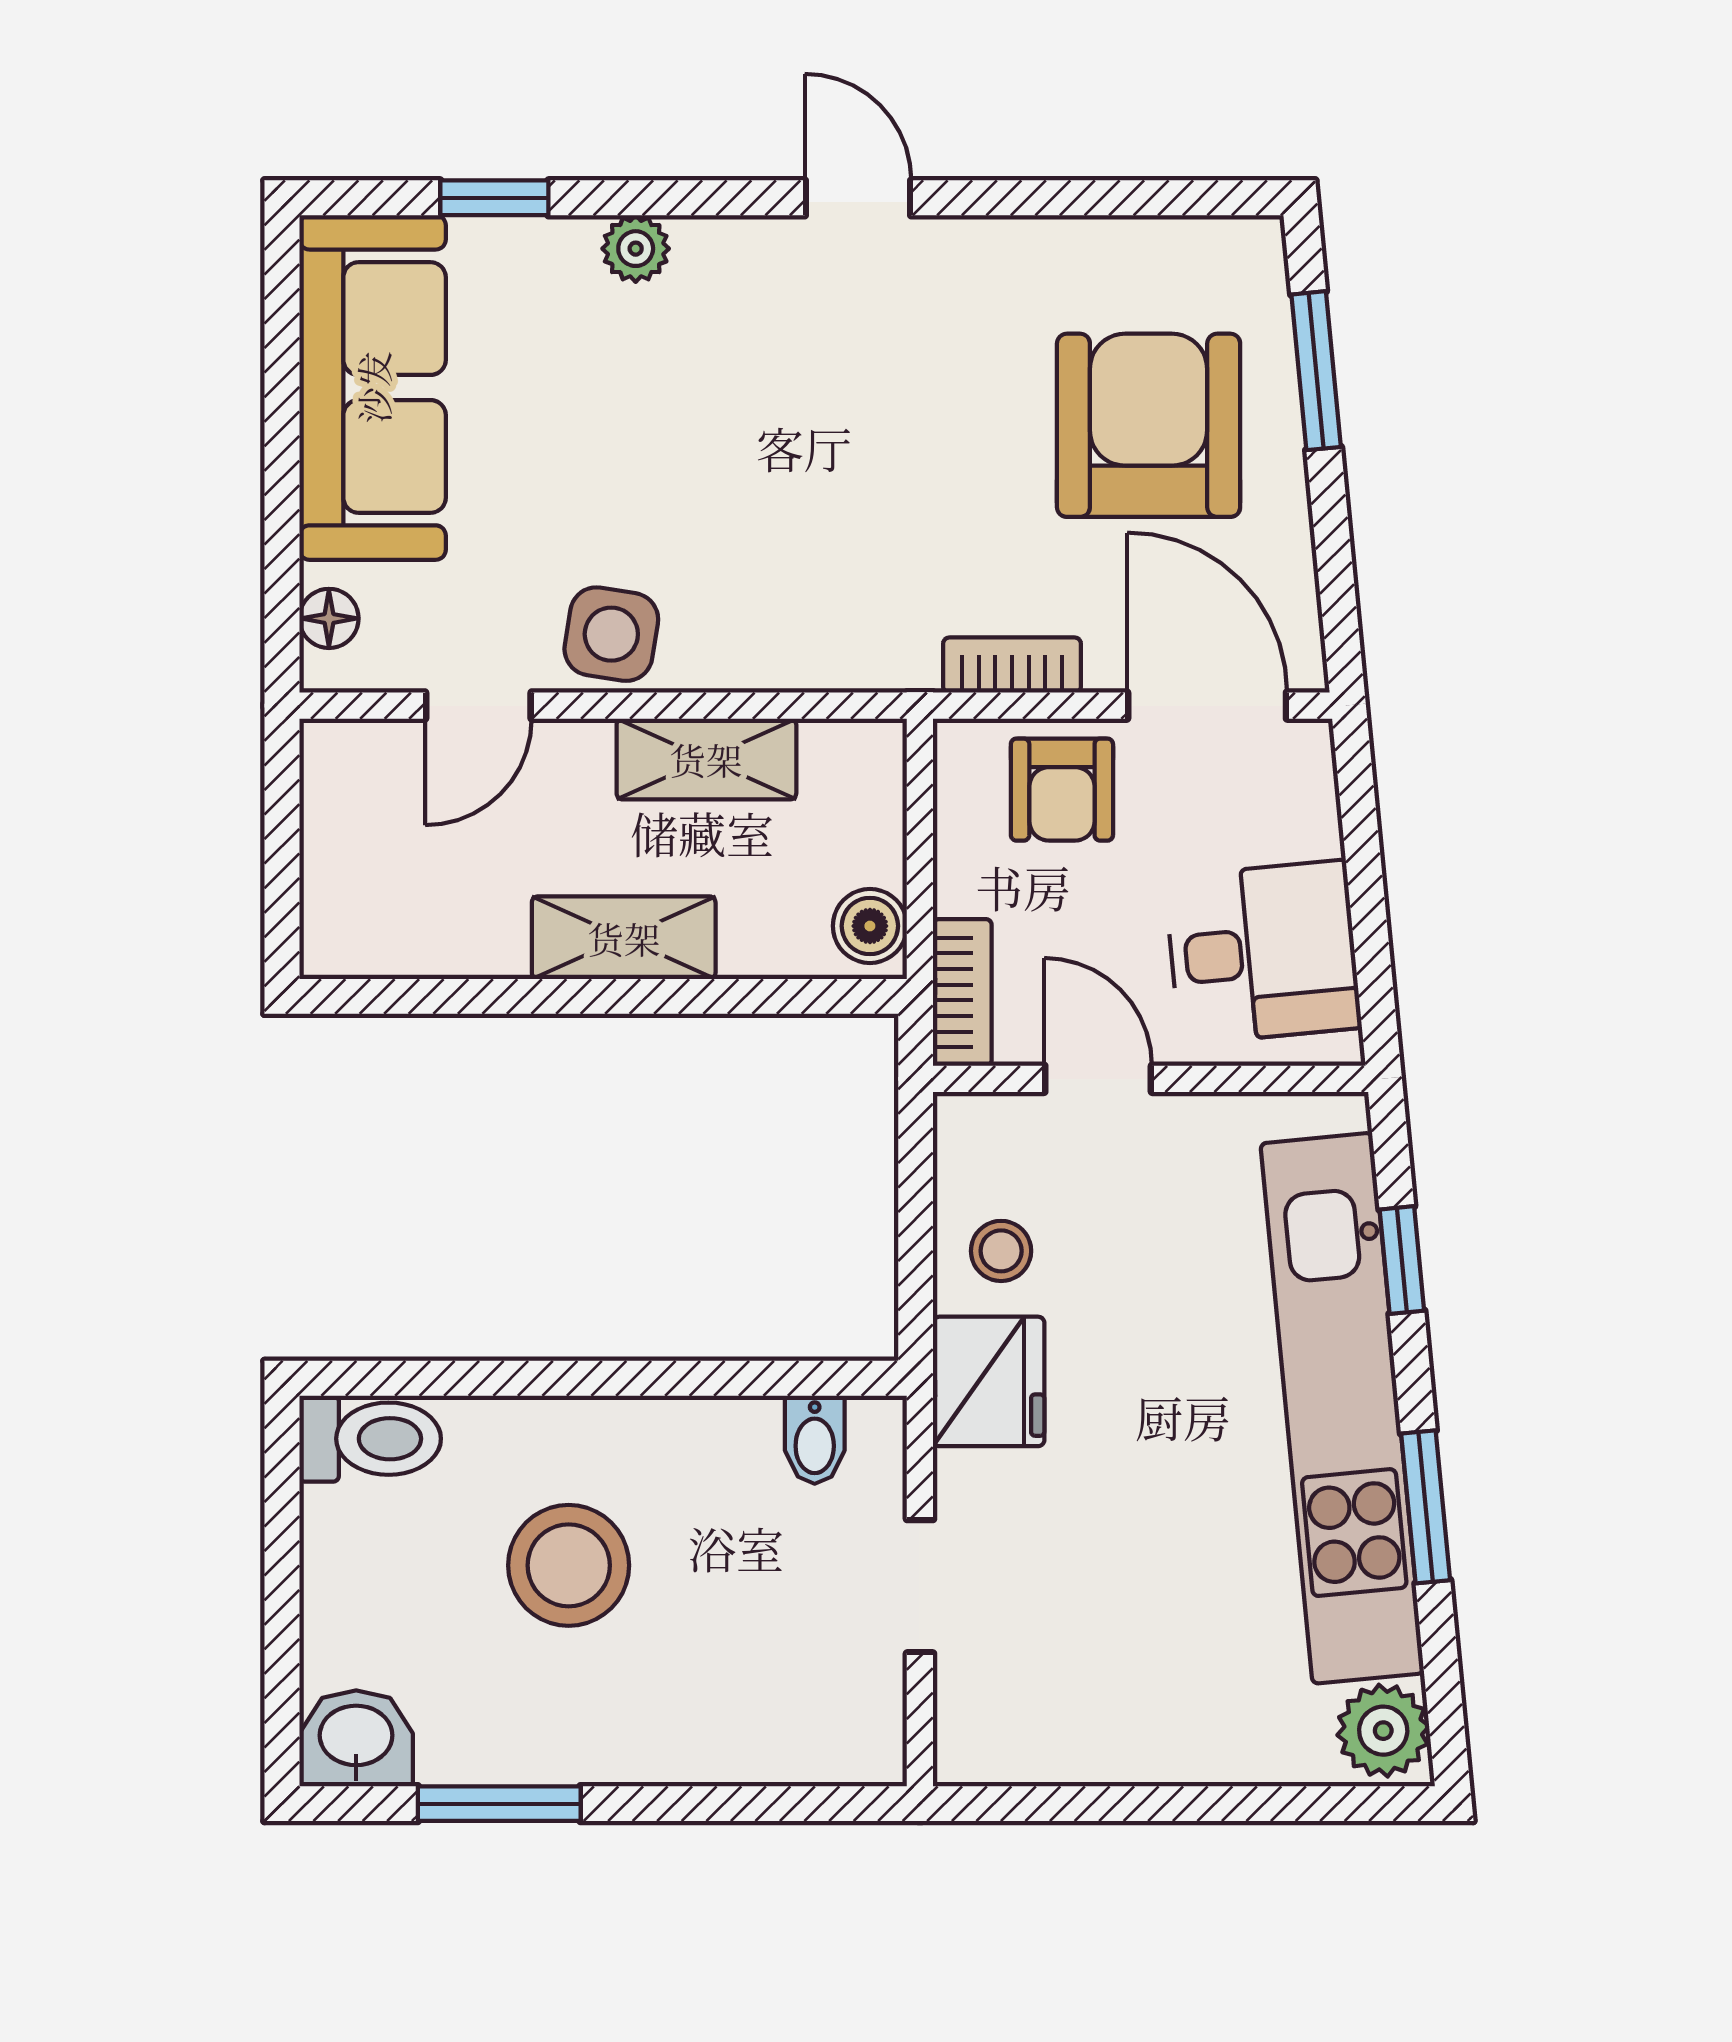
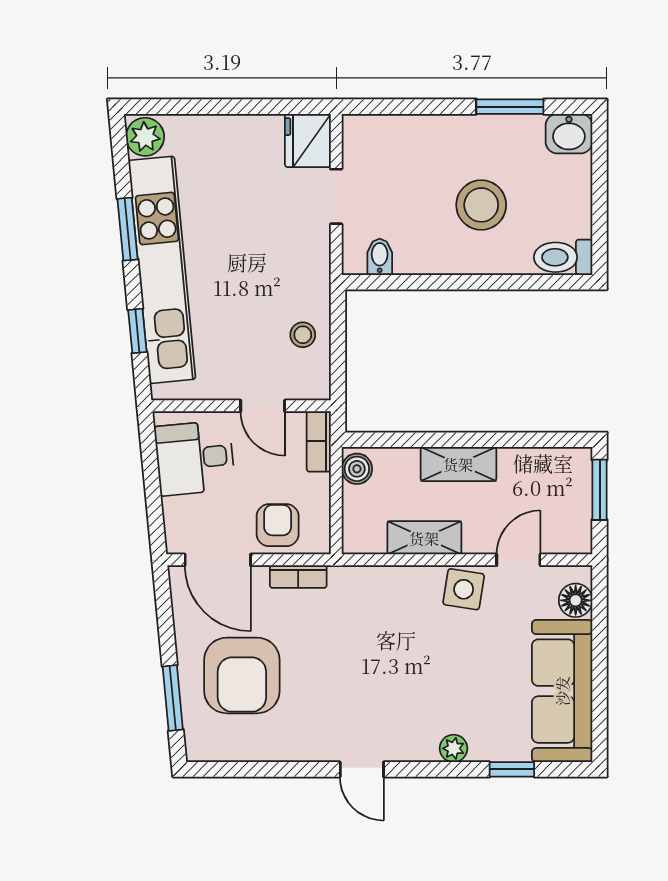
floor lamp: (329, 618) -> (576, 600), width x1.37, depth x1.37
window: (282, 875) -> (600, 490), added
fridge: (989, 1381) -> (308, 141), moved

